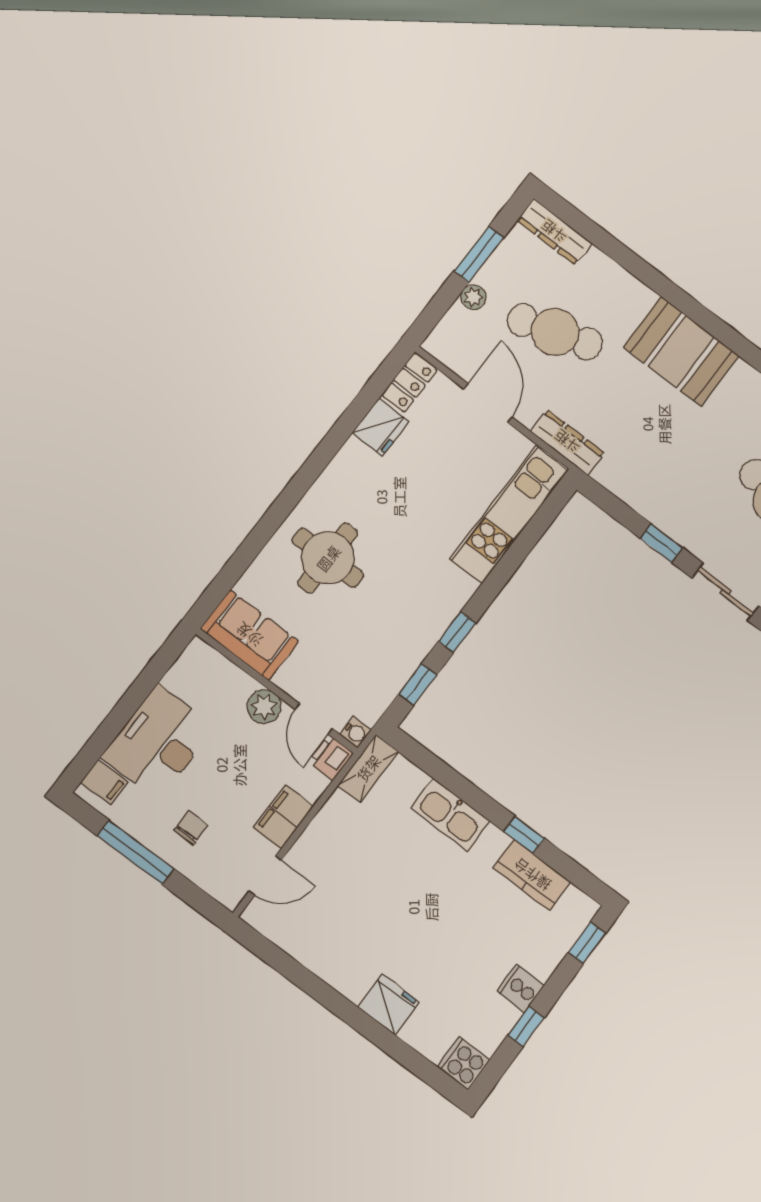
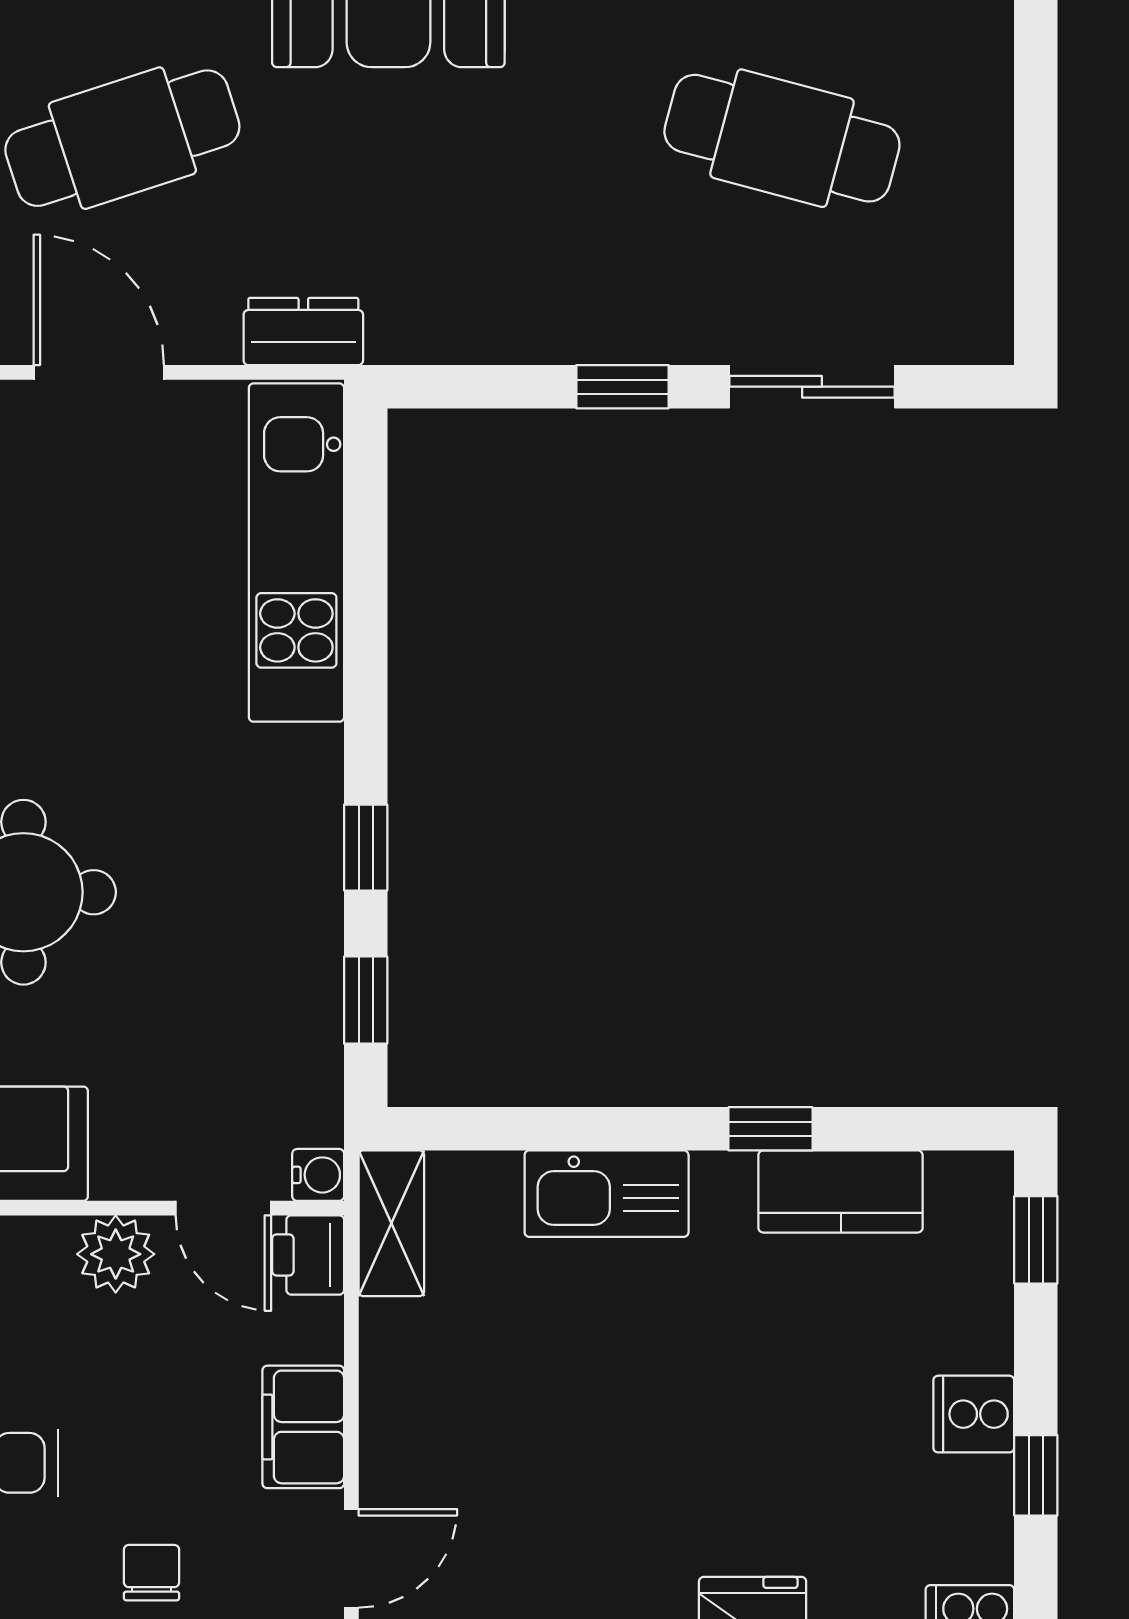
dresser: (567, 442) -> (303, 331), width x0.70

